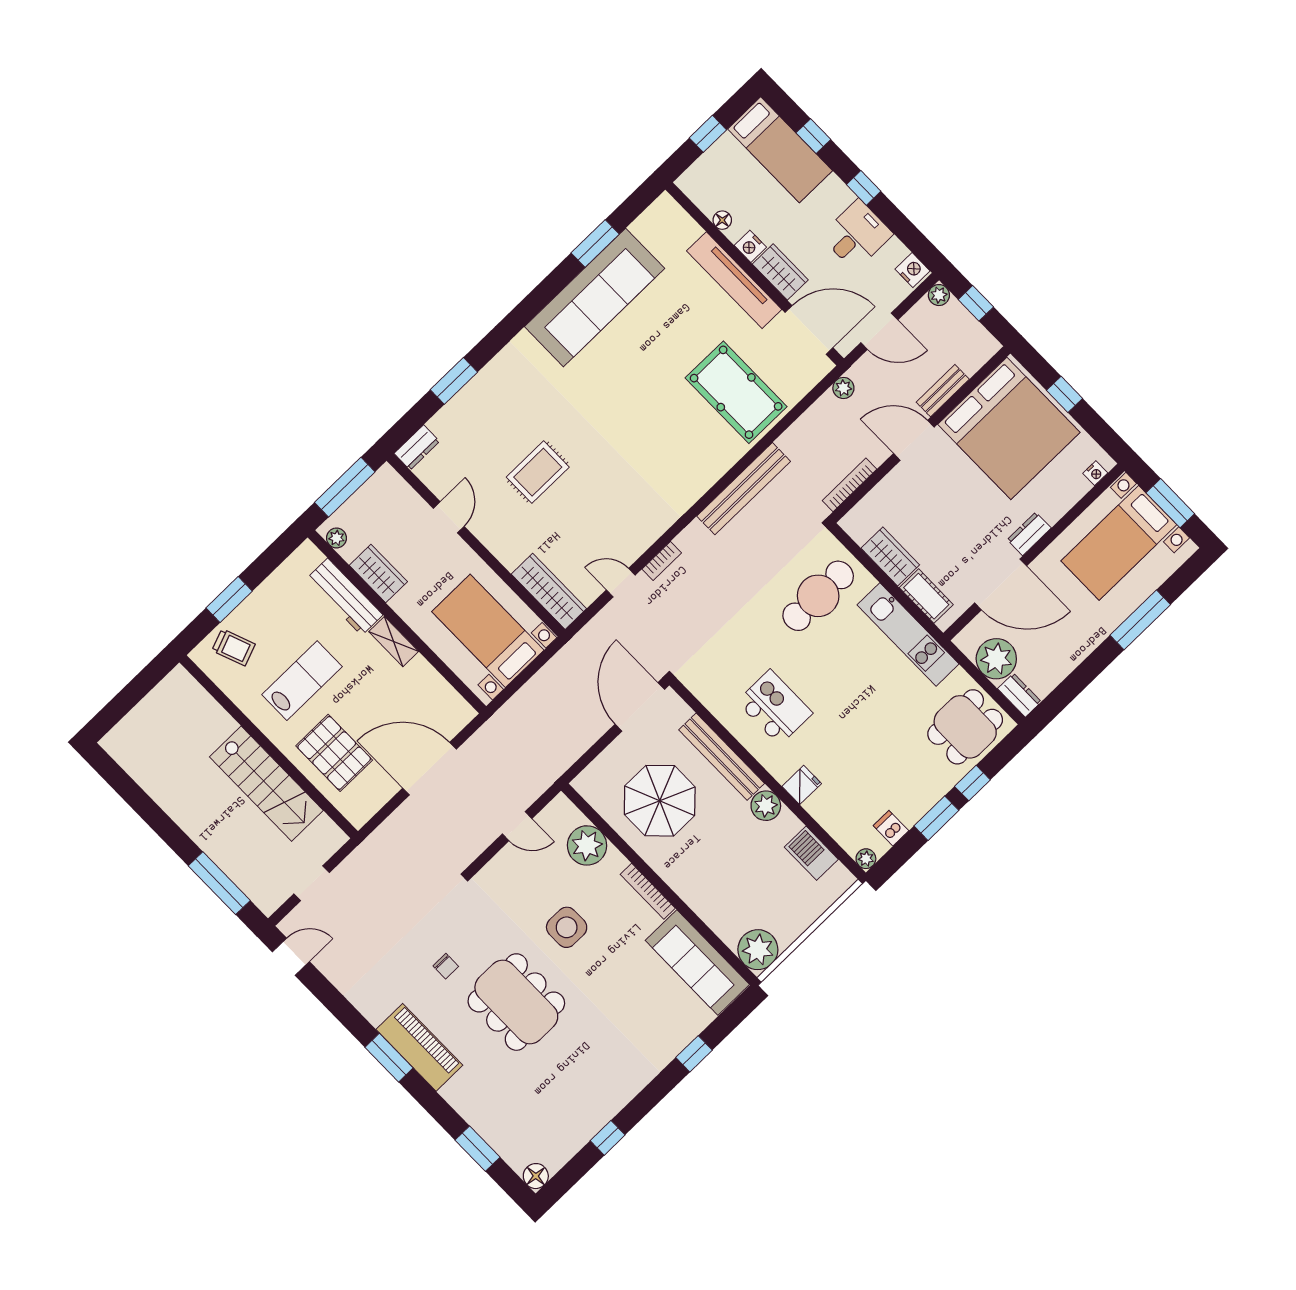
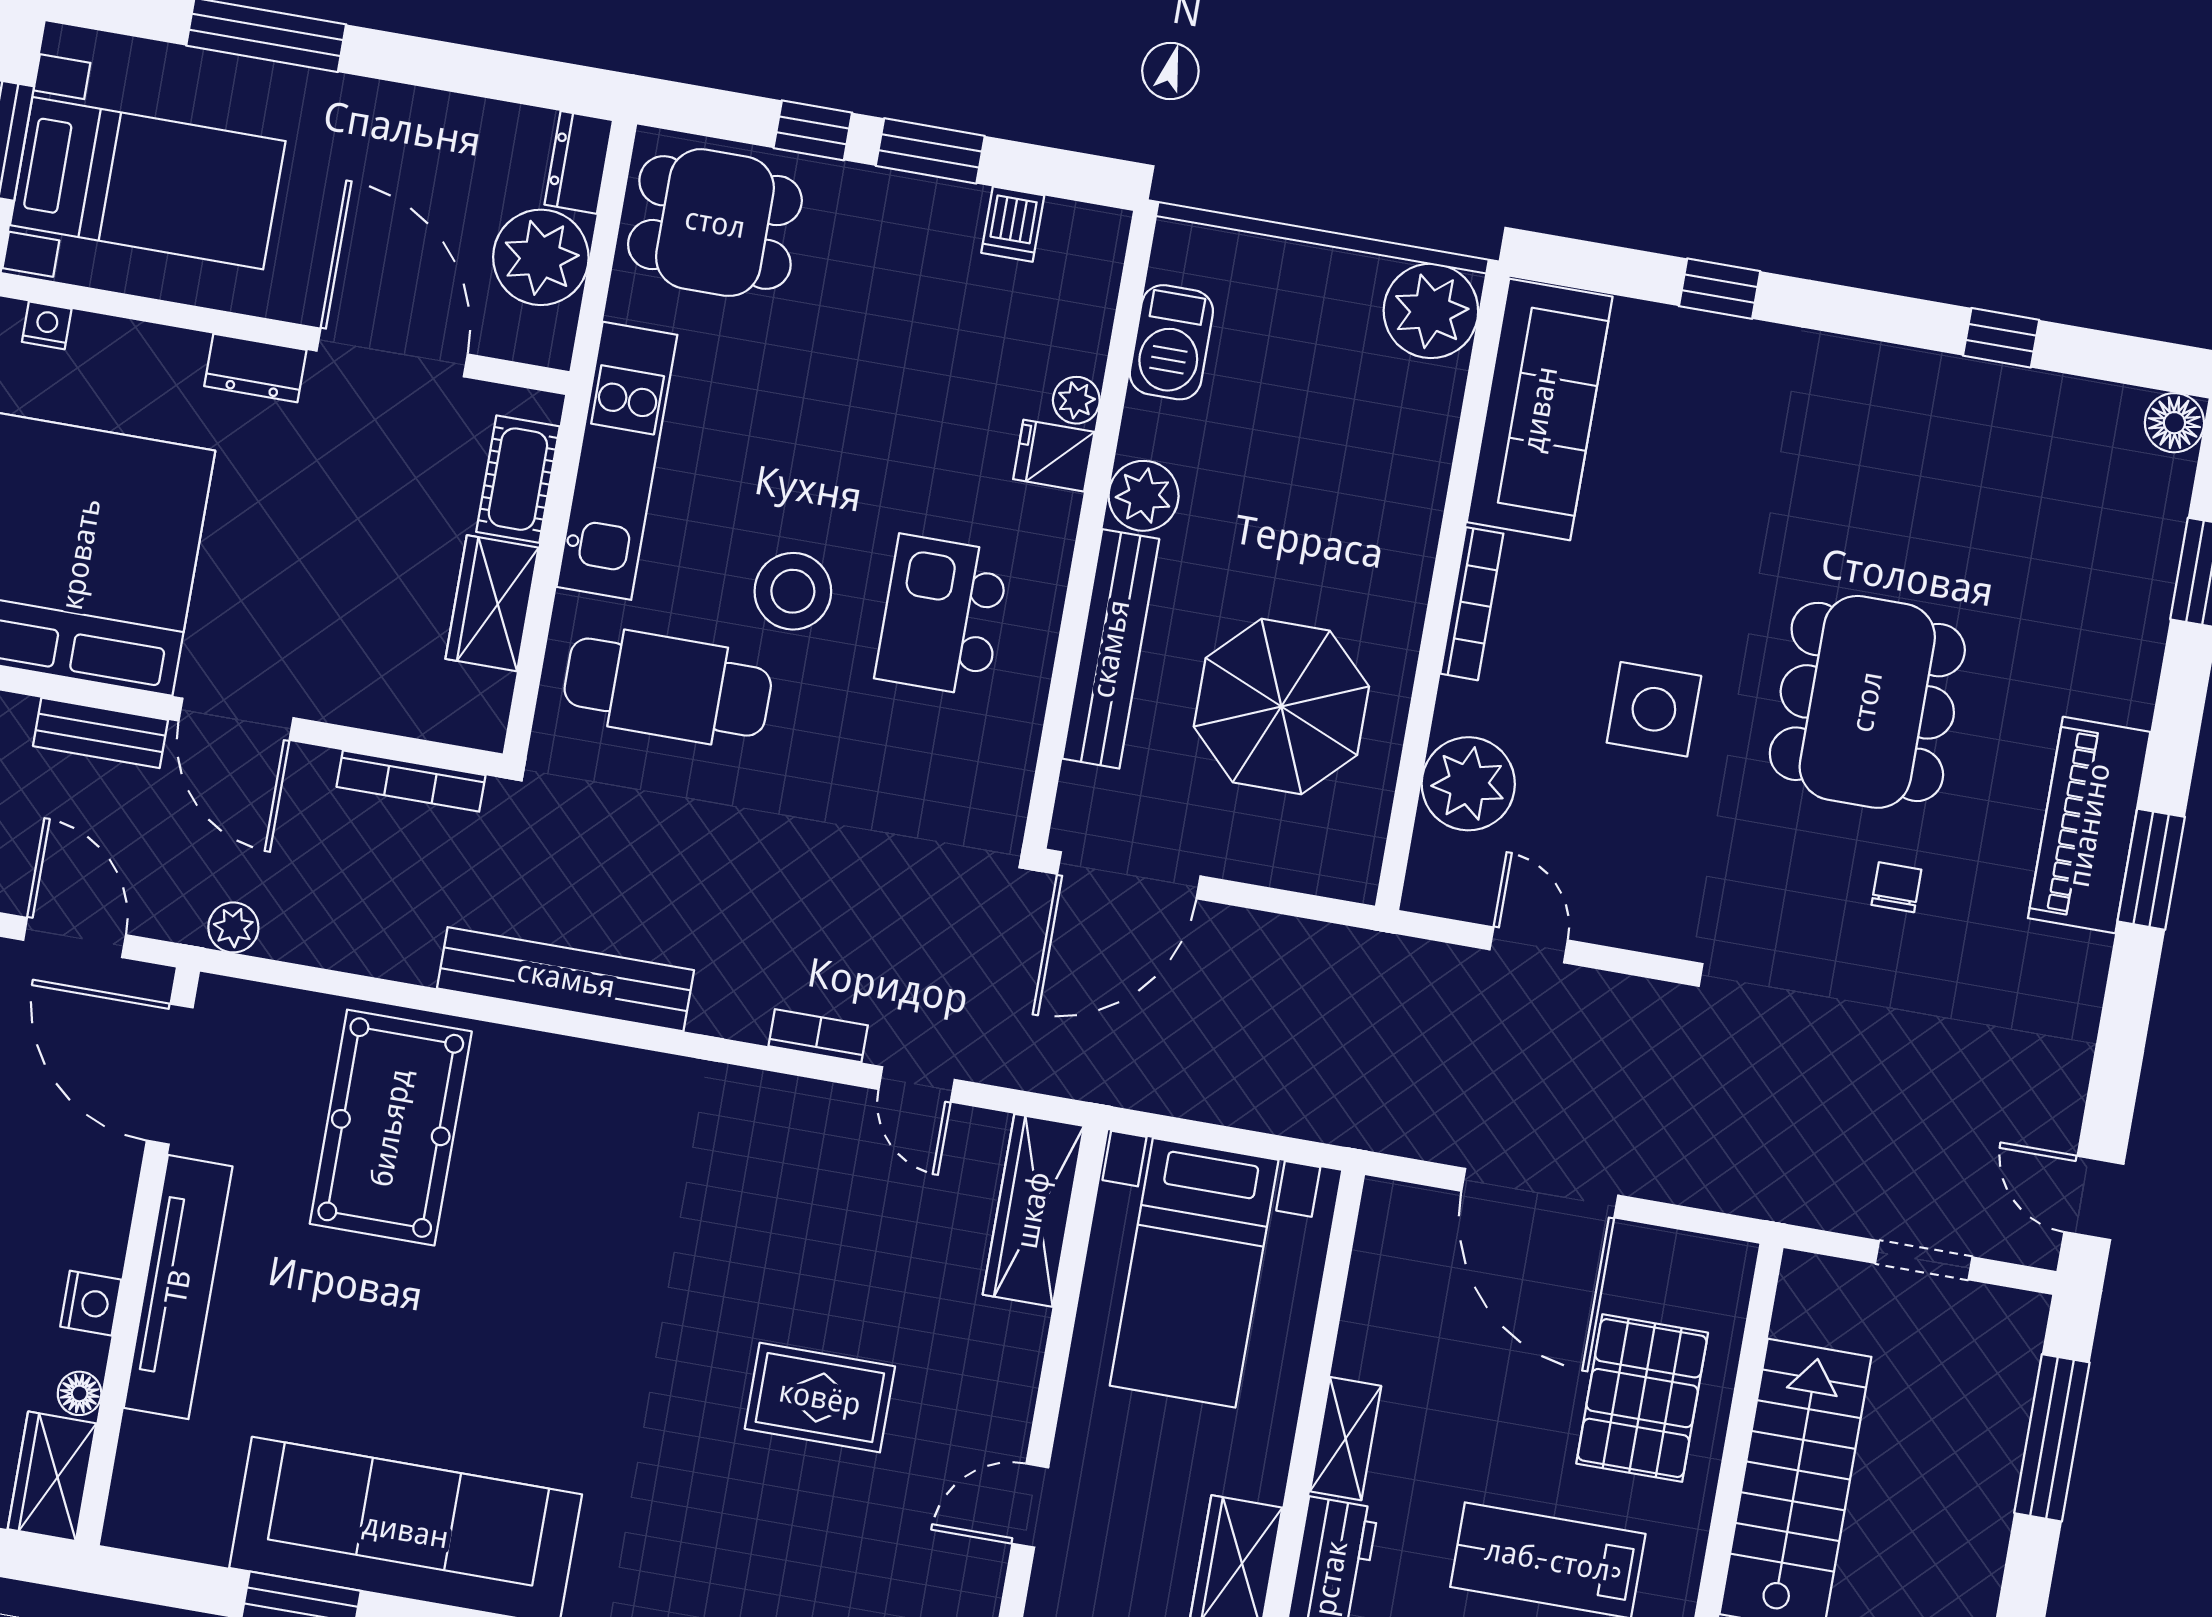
wardrobe: (780, 272) -> (52, 1476), moved
stool: (820, 662) -> (793, 591), added
plant: (866, 859) -> (1076, 400), moved

